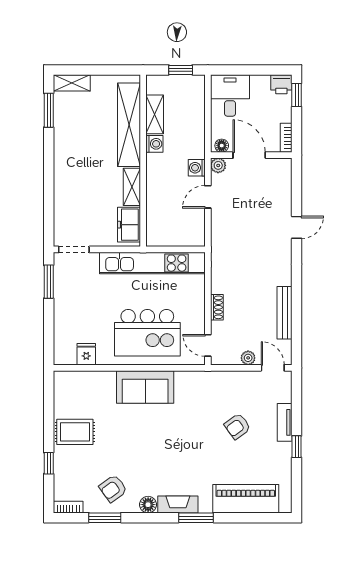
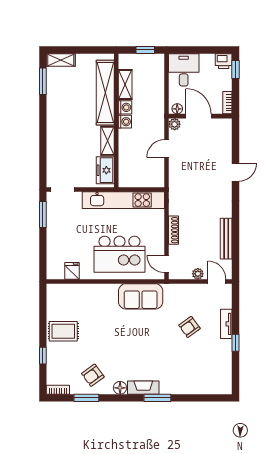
washing machine: (197, 168) -> (125, 122), moved, turned 180
shoe rack: (217, 307) -> (173, 230), width x1.43
sofa: (145, 387) -> (141, 296), moved
piano: (246, 499) -> (196, 383), removed

